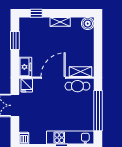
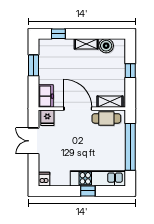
boiler: (88, 24) -> (106, 46), moved
window: (98, 45) -> (130, 71), added
door: (53, 78) -> (78, 109), hinge flipped

